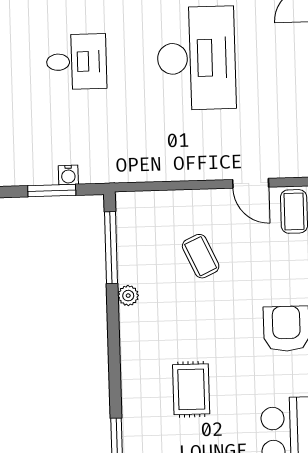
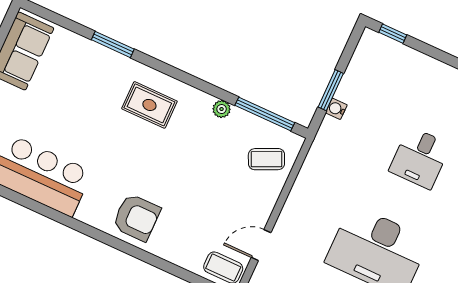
coffee table: (201, 256) -> (266, 159), moved
rug: (191, 389) -> (149, 105), moved

